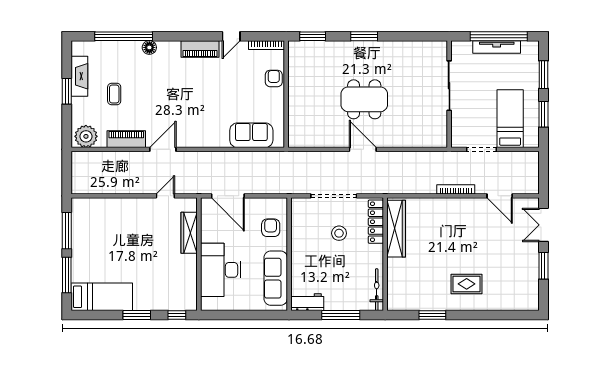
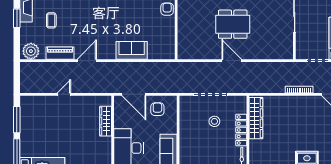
sofa: (251, 135) -> (132, 50), moved
door: (165, 196) -> (64, 94), moved
locker: (376, 222) -> (241, 130), moved
armchair: (271, 228) -> (157, 109), moved

